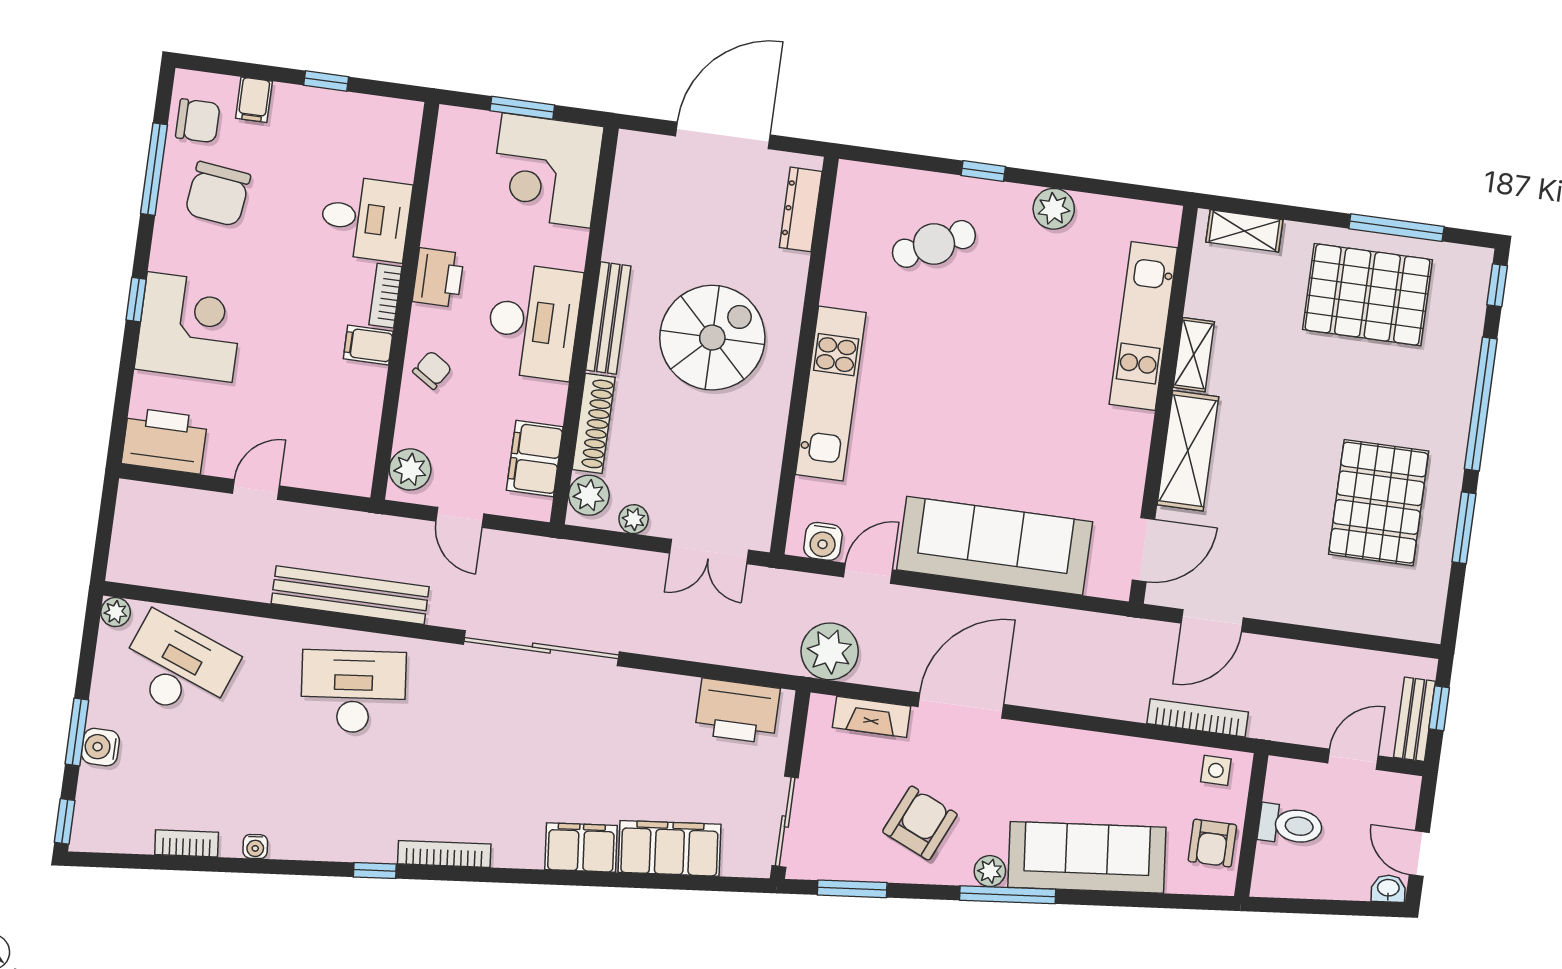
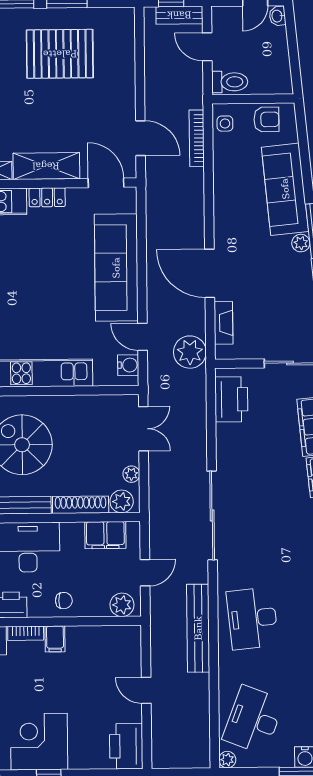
corner desk: (190, 327) -> (39, 742), moved
chair: (432, 370) -> (64, 601), turned 147
locker: (1134, 444) -> (47, 197), added
armchair: (920, 823) -> (280, 287), removed
toilet: (1290, 825) -> (230, 82), moved, turned 90

